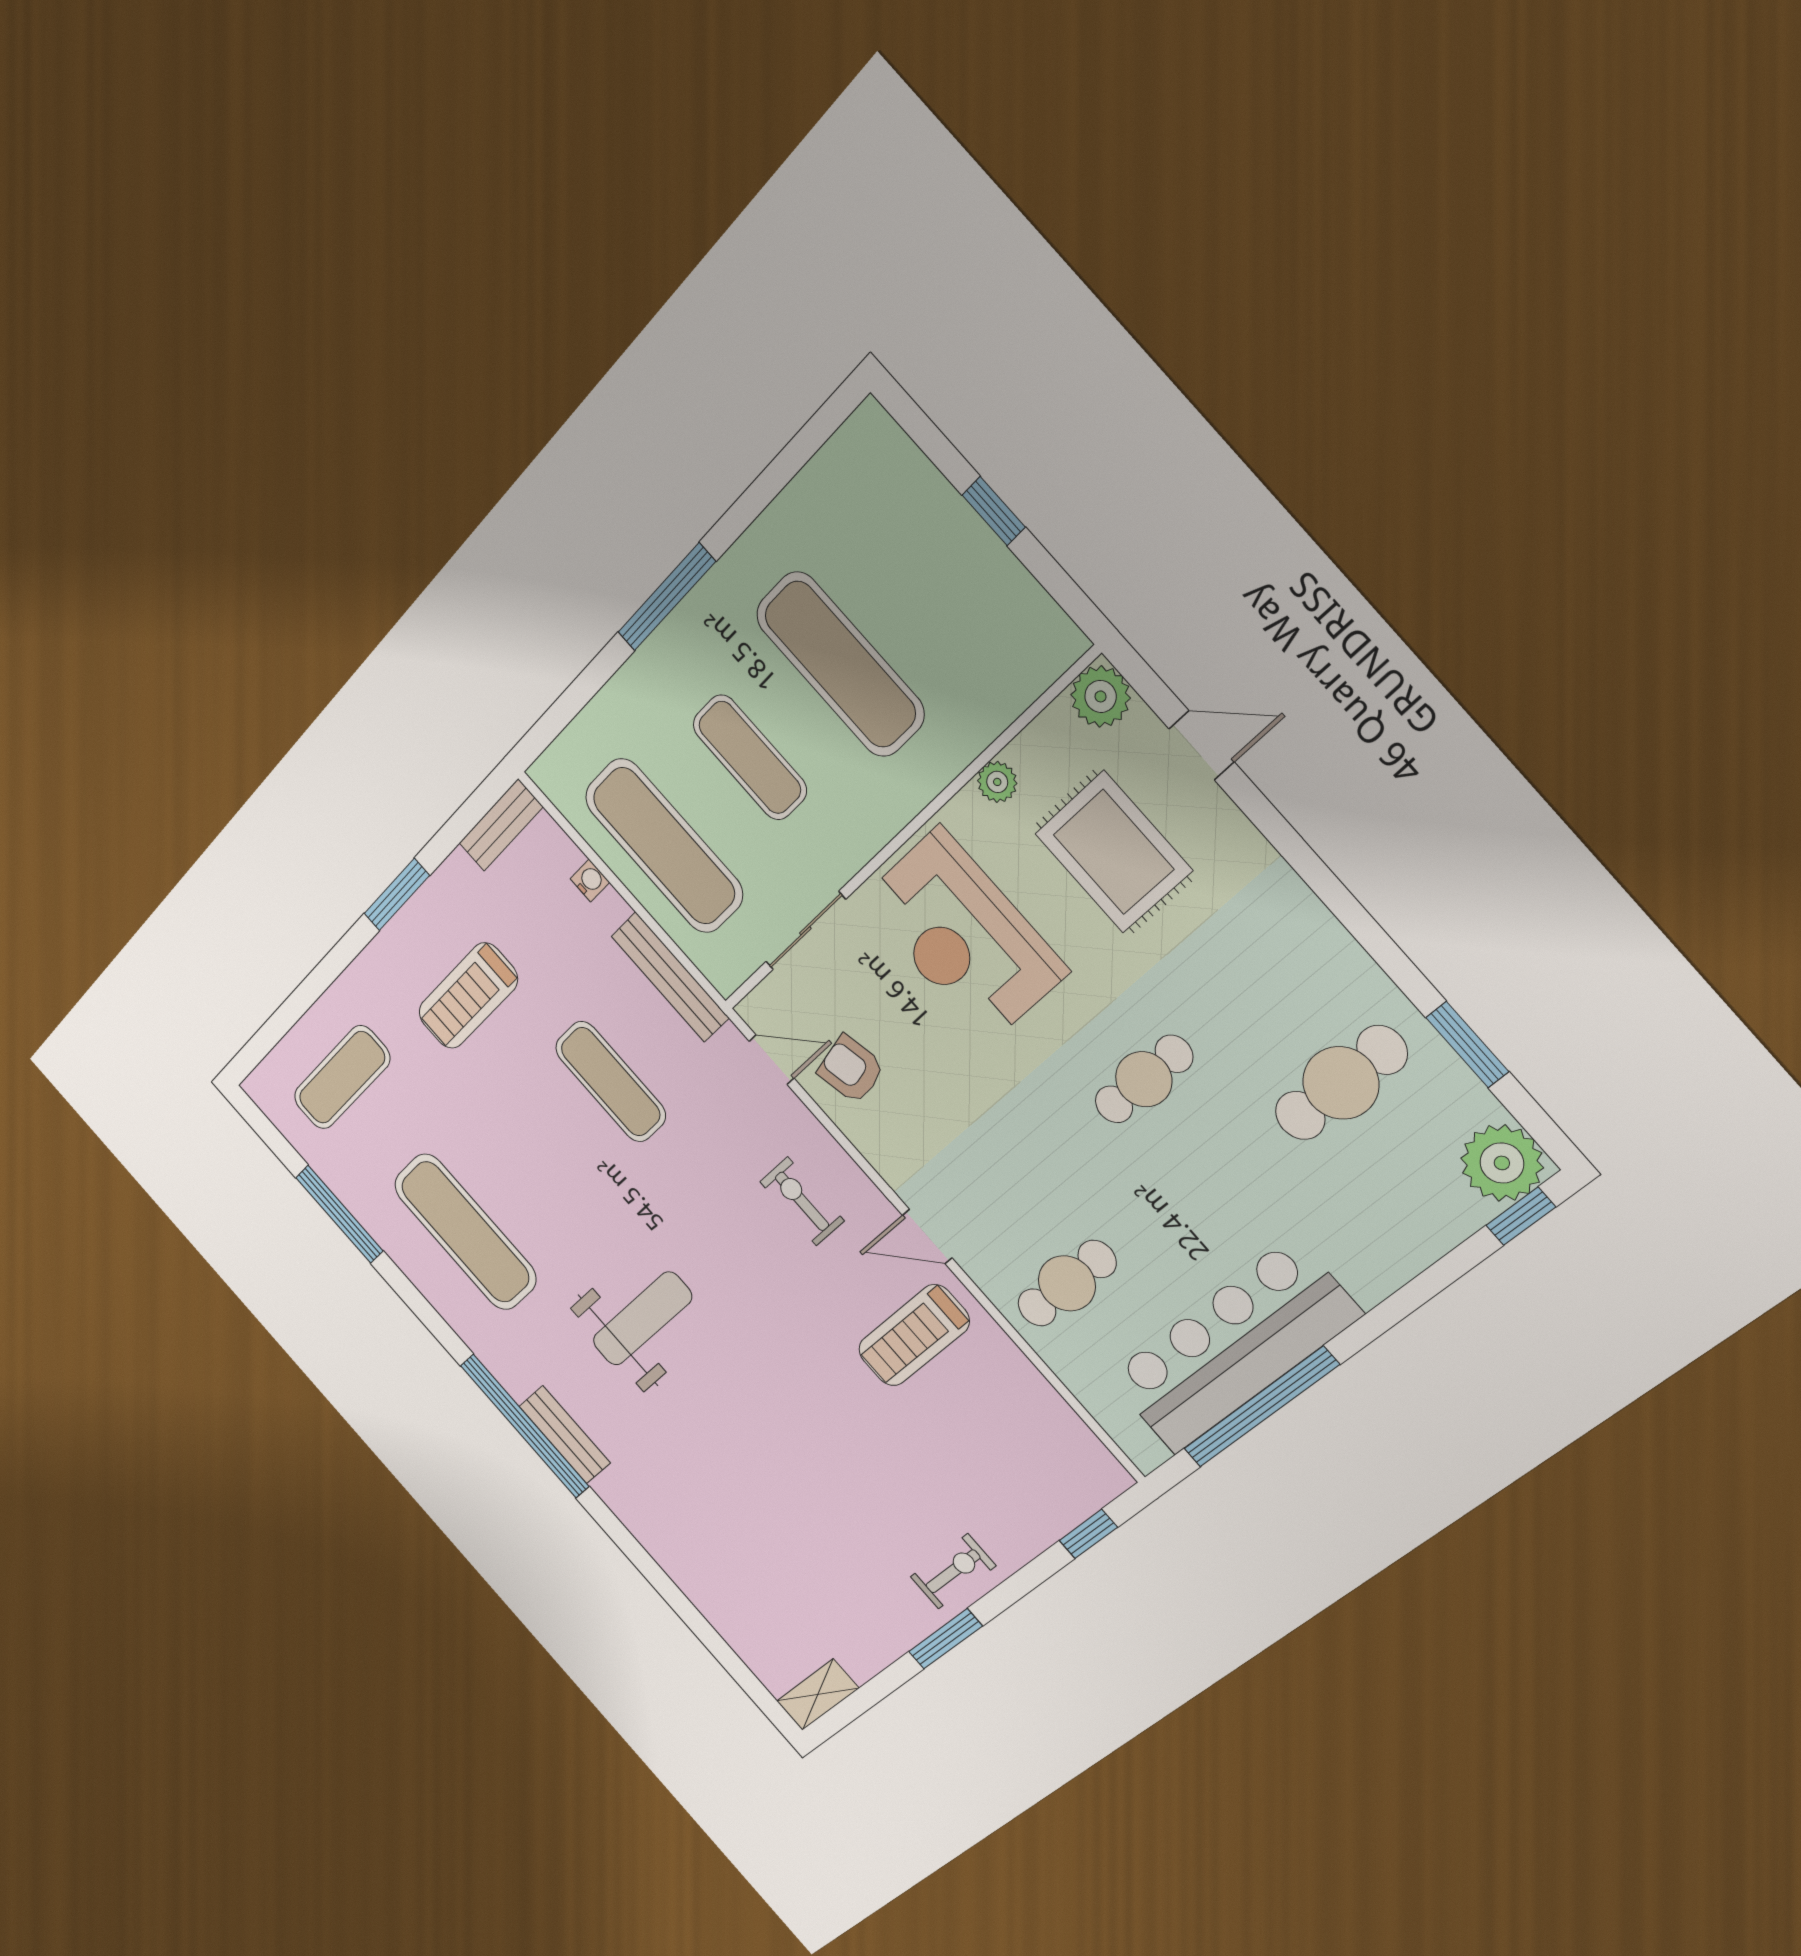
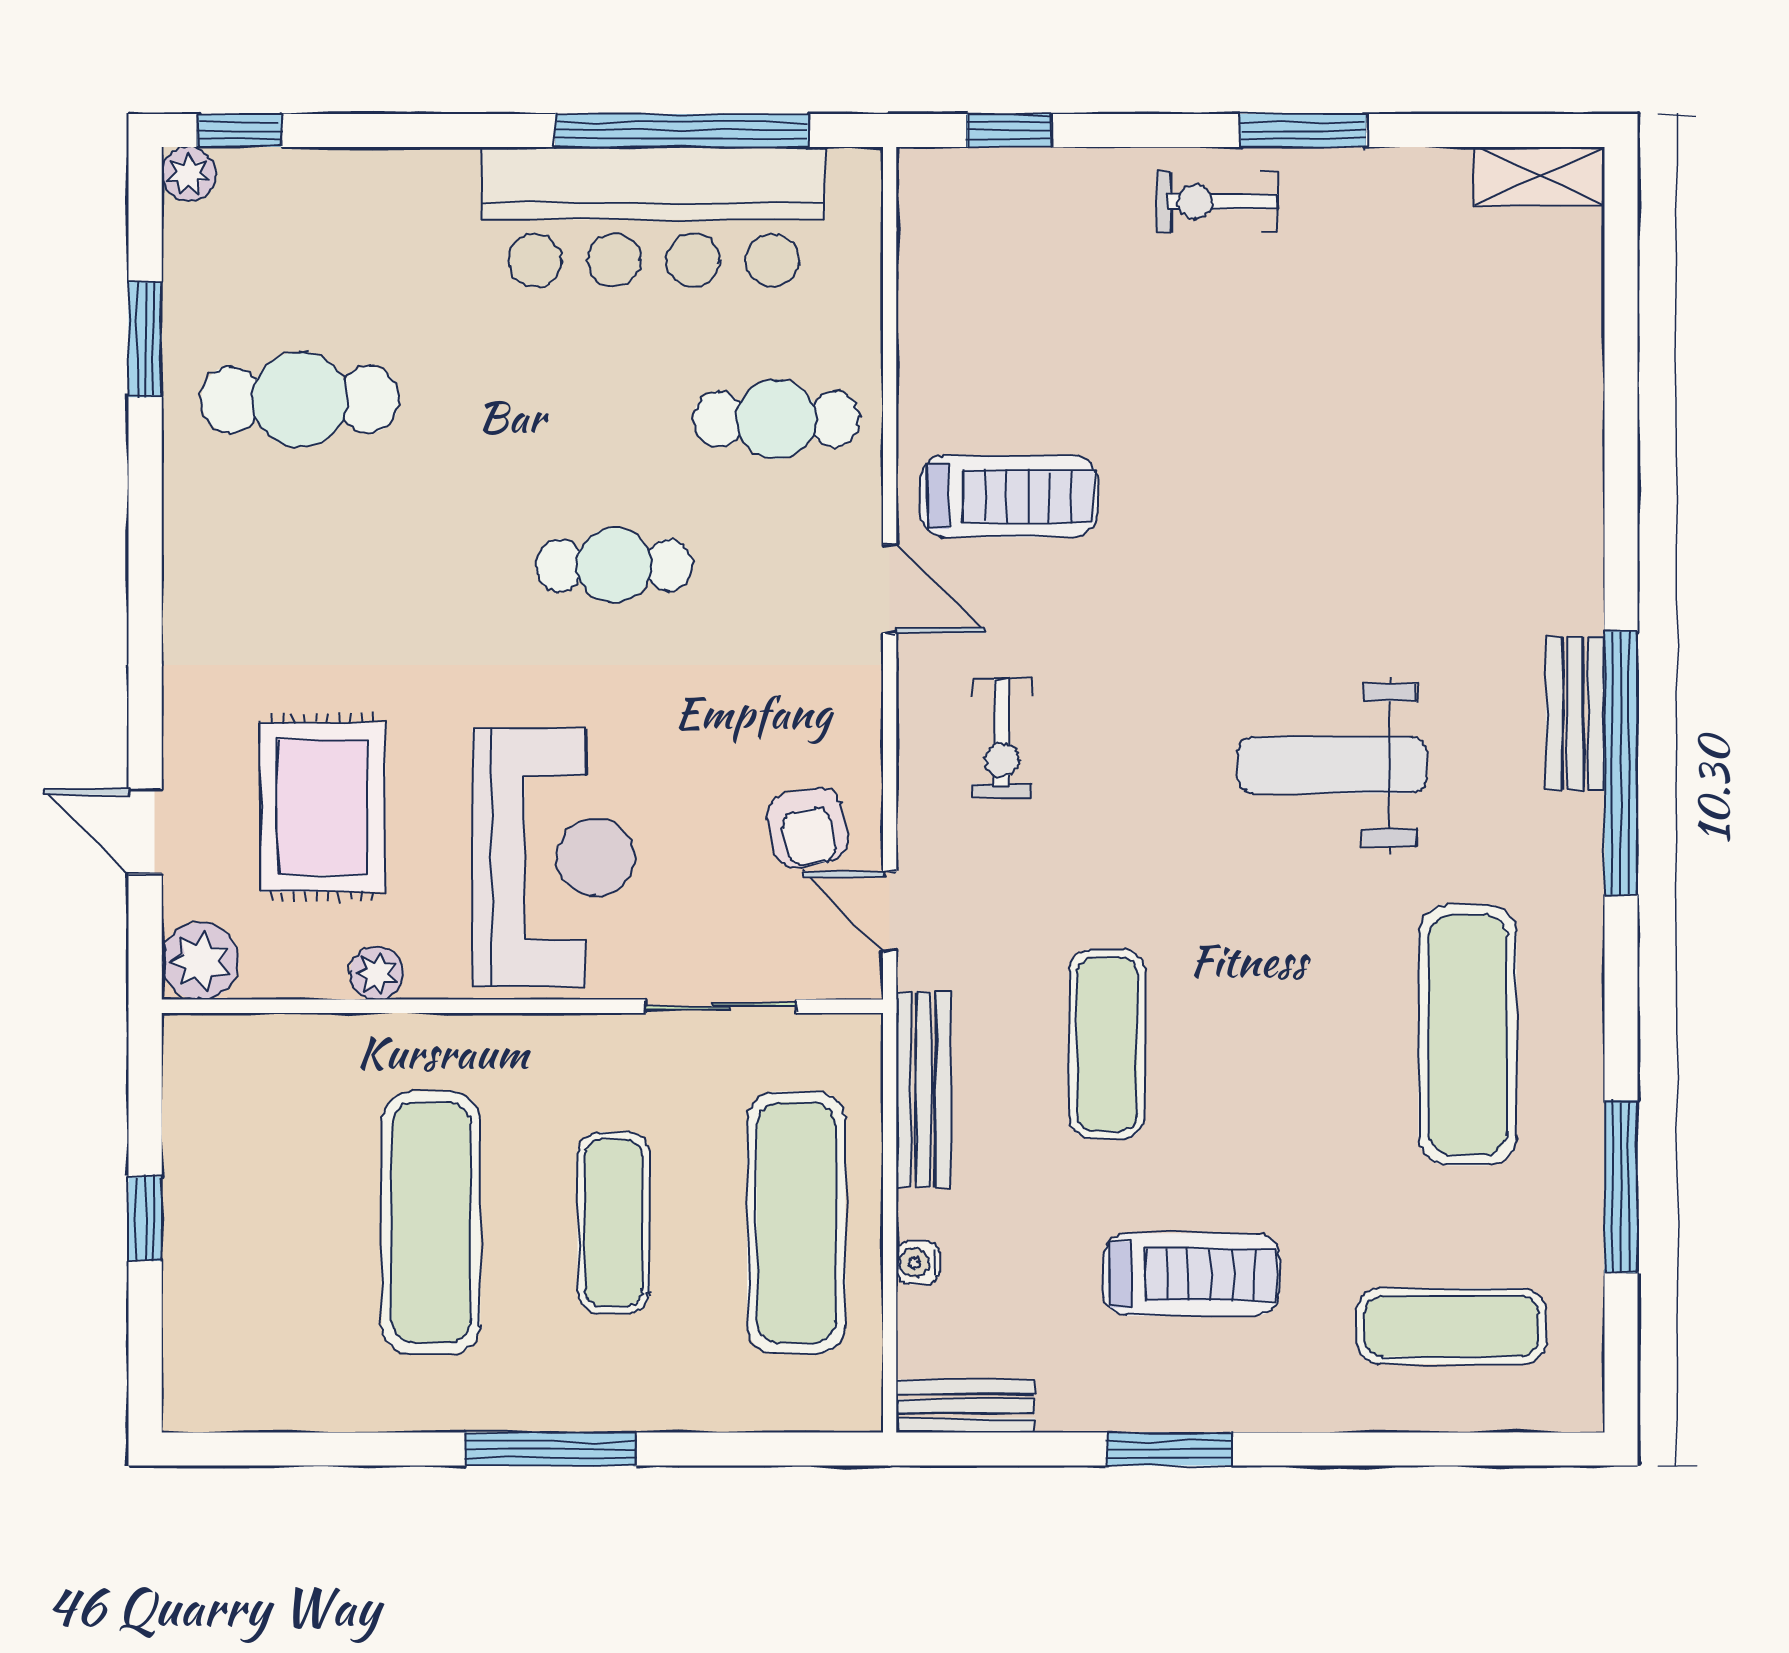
cafe table: (1144, 1079) -> (614, 565), moved
plant: (1502, 1163) -> (189, 174), width x0.53, depth x0.53

